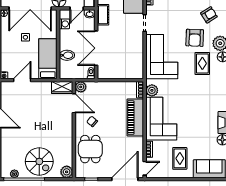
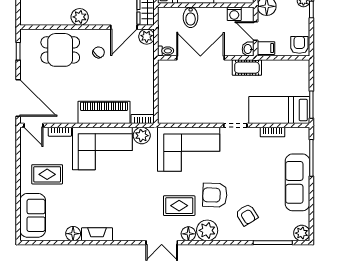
plant: (67, 172) -> (80, 17), moved

